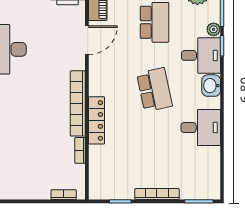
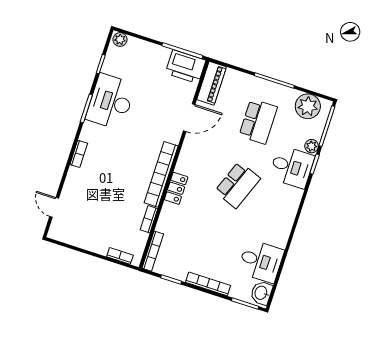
washbasin: (211, 86) -> (261, 293), moved
school desk: (154, 90) -> (238, 185), turned 33
locker: (96, 120) -> (176, 188), width x0.66
desk: (201, 128) -> (261, 261), moved
bookcase: (94, 180) -> (153, 251), added

